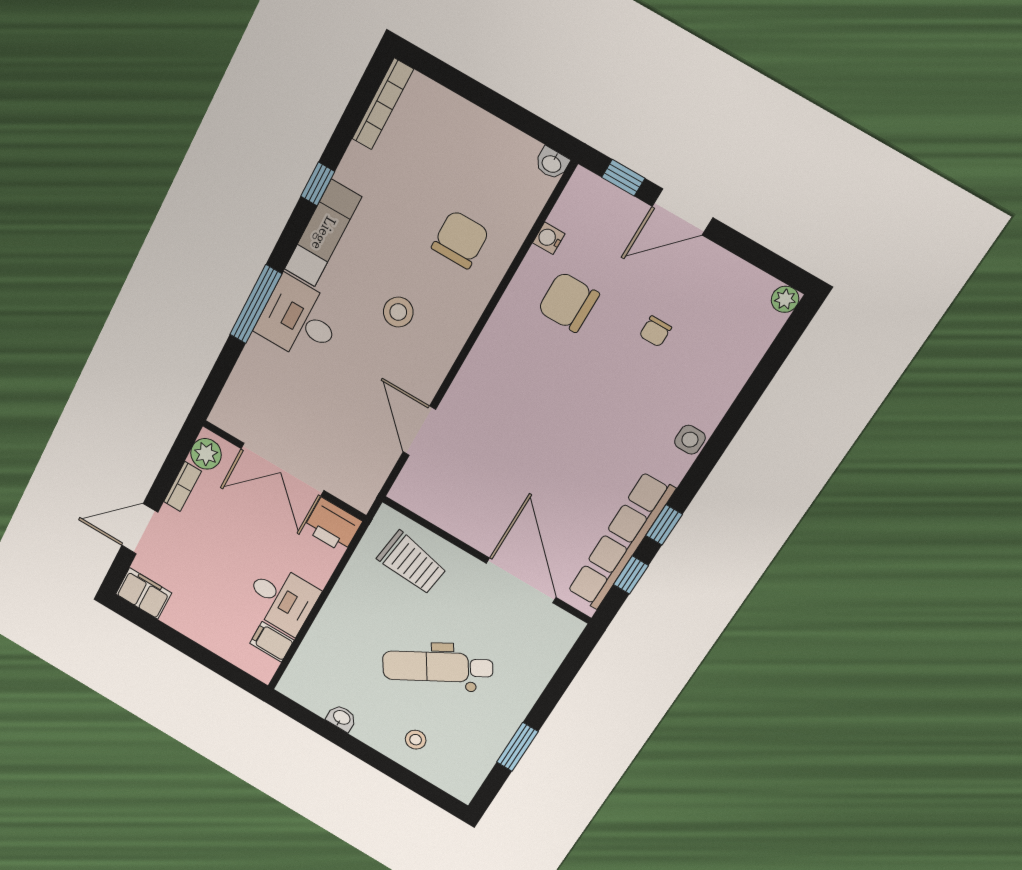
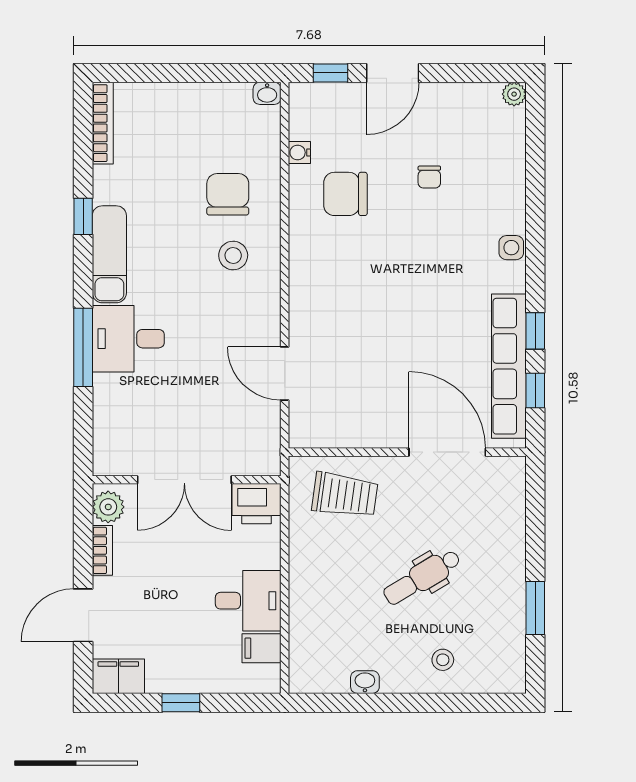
stool: (398, 312) -> (233, 256), moved
window: (183, 644) -> (181, 703), added
dental chair: (437, 667) -> (422, 577), width x0.73, depth x0.72

